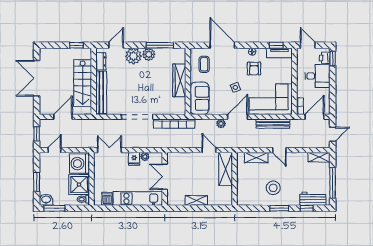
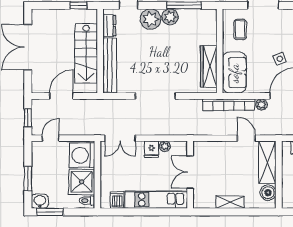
wardrobe: (179, 80) -> (209, 66), moved
bookcase: (174, 124) -> (229, 105), moved
double door: (109, 150) -> (120, 138), swing flipped
boiler: (226, 193) -> (268, 193), added

